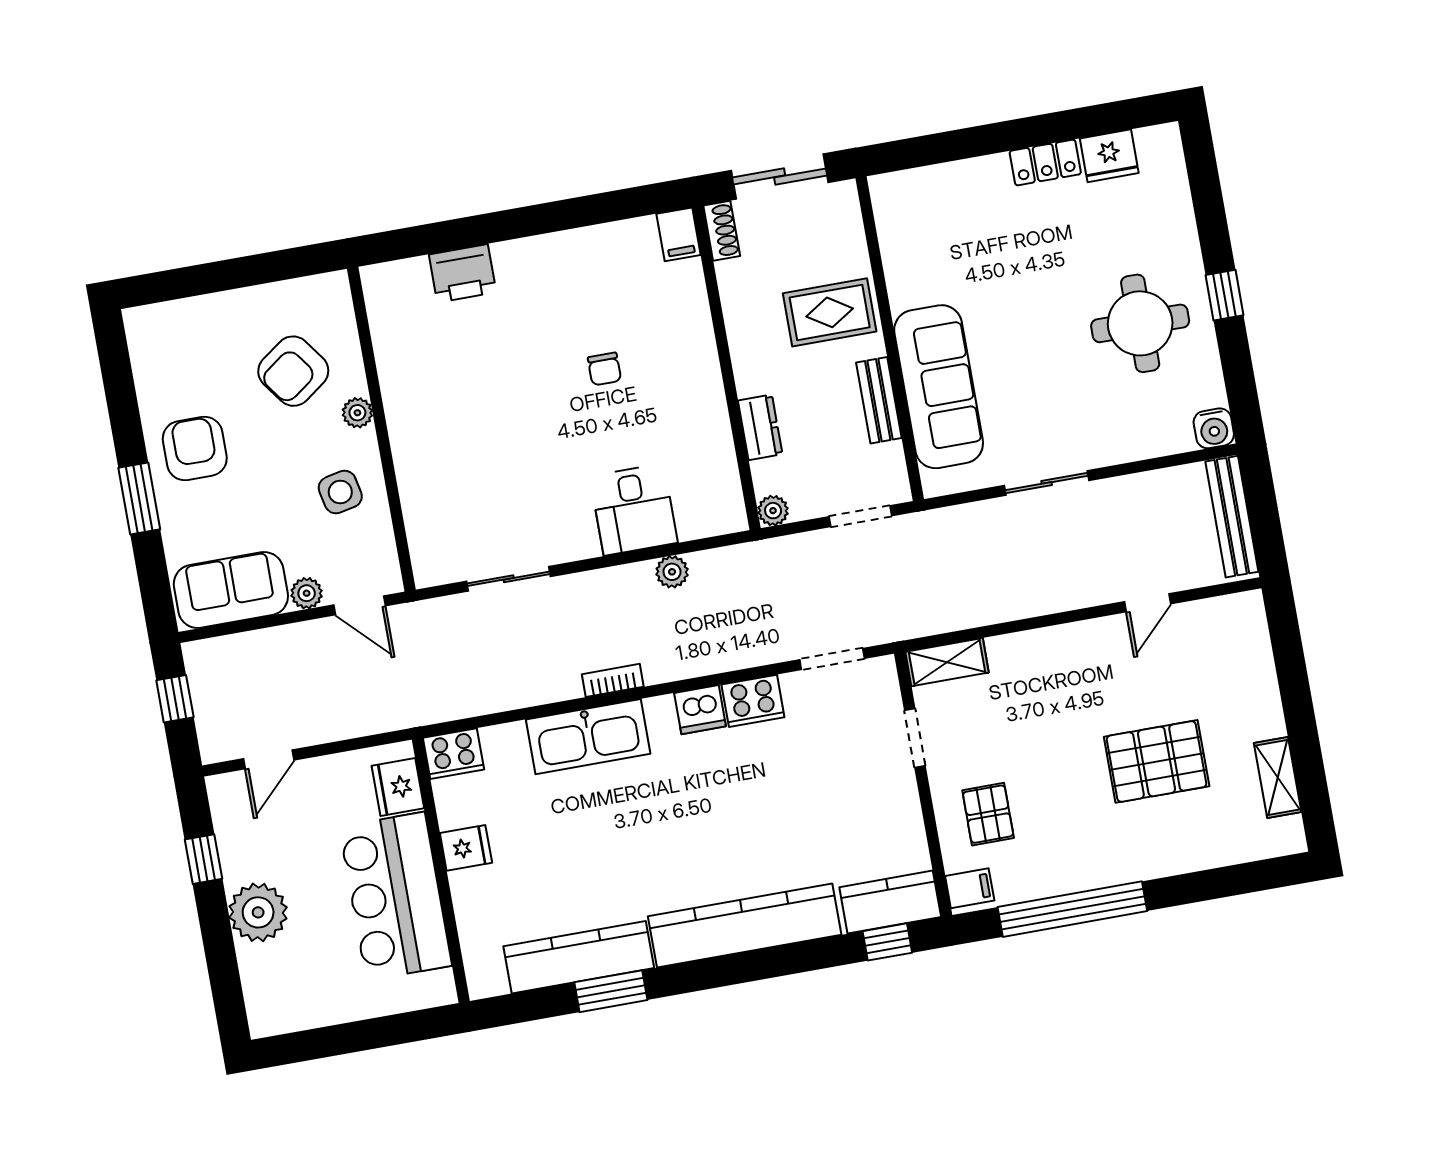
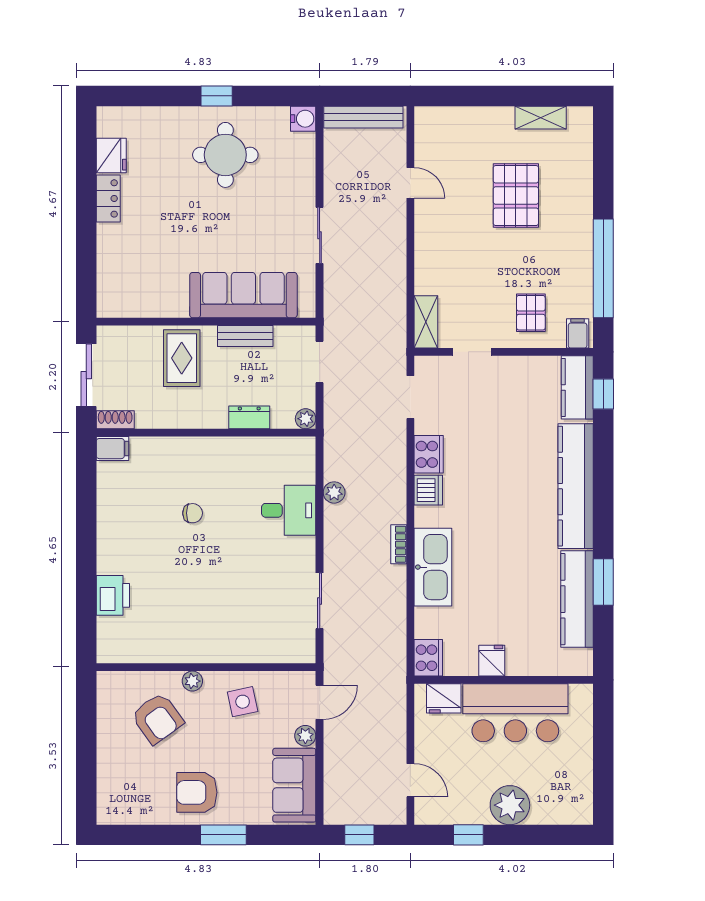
pallet: (988, 814) -> (531, 313), turned 90

